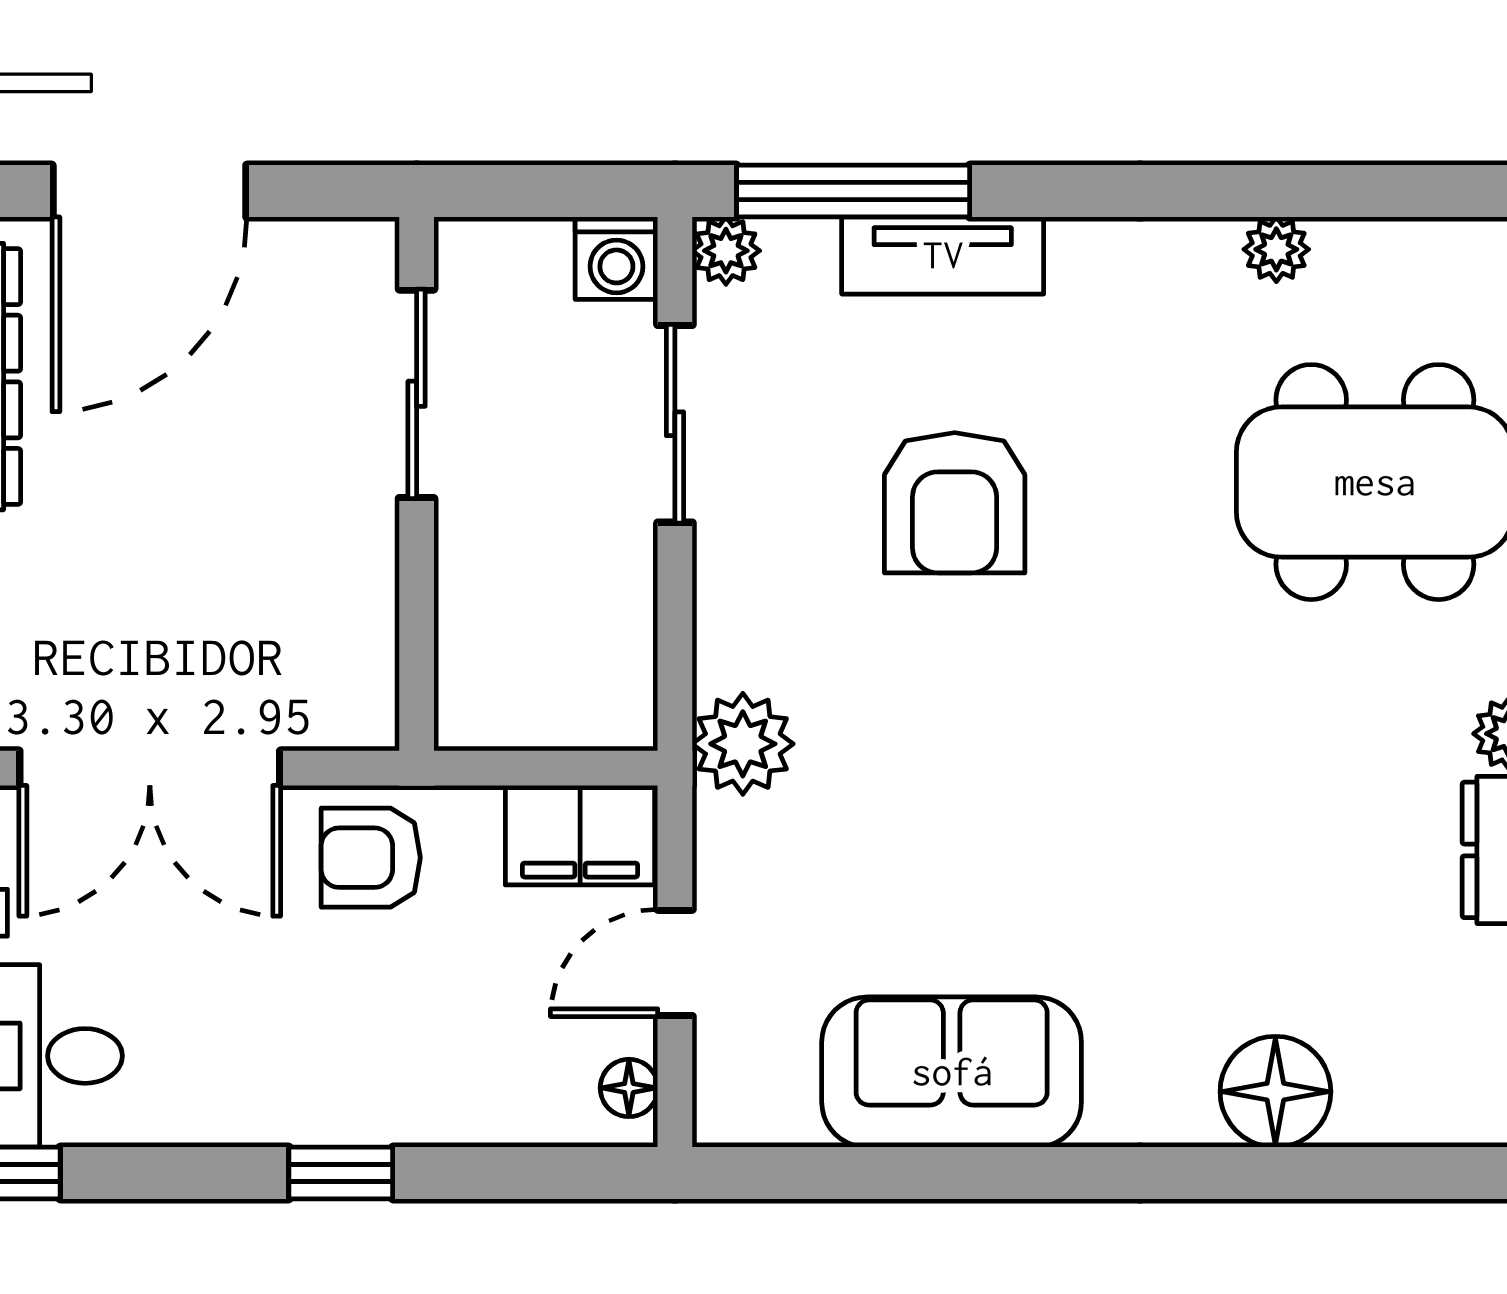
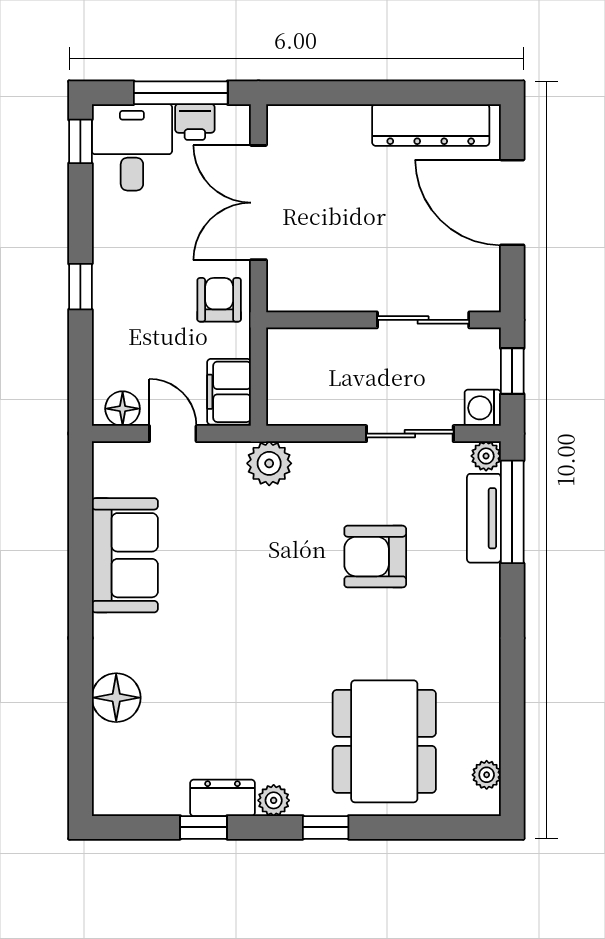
window: (533, 191) -> (512, 371), added
plant: (1276, 249) -> (487, 775), moved
tv unit: (943, 255) -> (484, 518), moved
floor lamp: (629, 1088) -> (123, 409), width x1.37, depth x1.37

